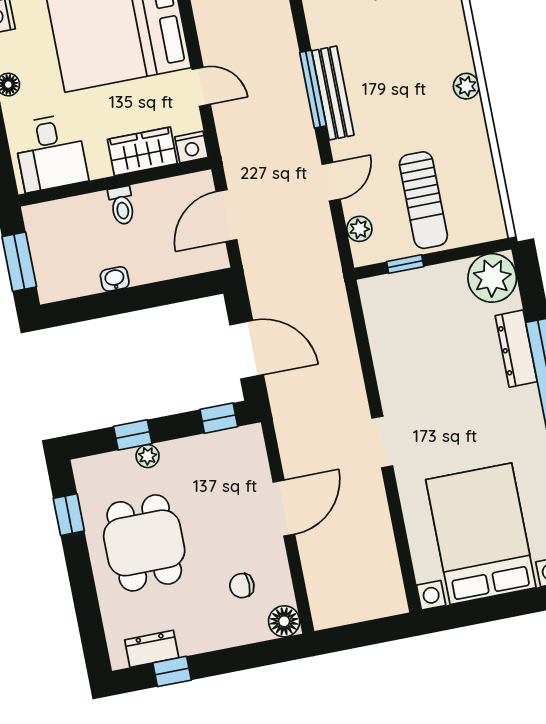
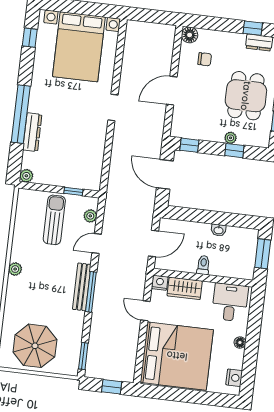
plant: (492, 278) -> (26, 176), width x0.53, depth x0.53

